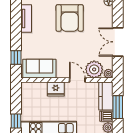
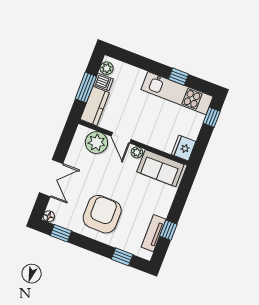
double door: (118, 42) -> (51, 178), moved
window: (16, 57) -> (168, 230), moved
plant: (108, 74) -> (137, 152), moved
fridge: (56, 89) -> (184, 148), moved, turned -90

